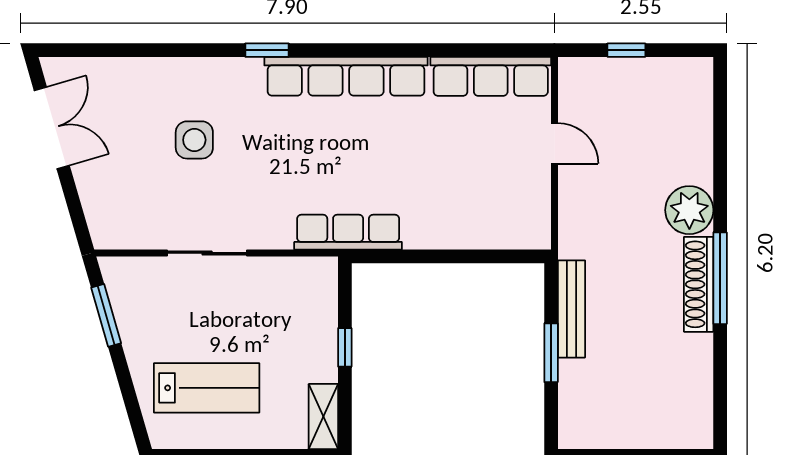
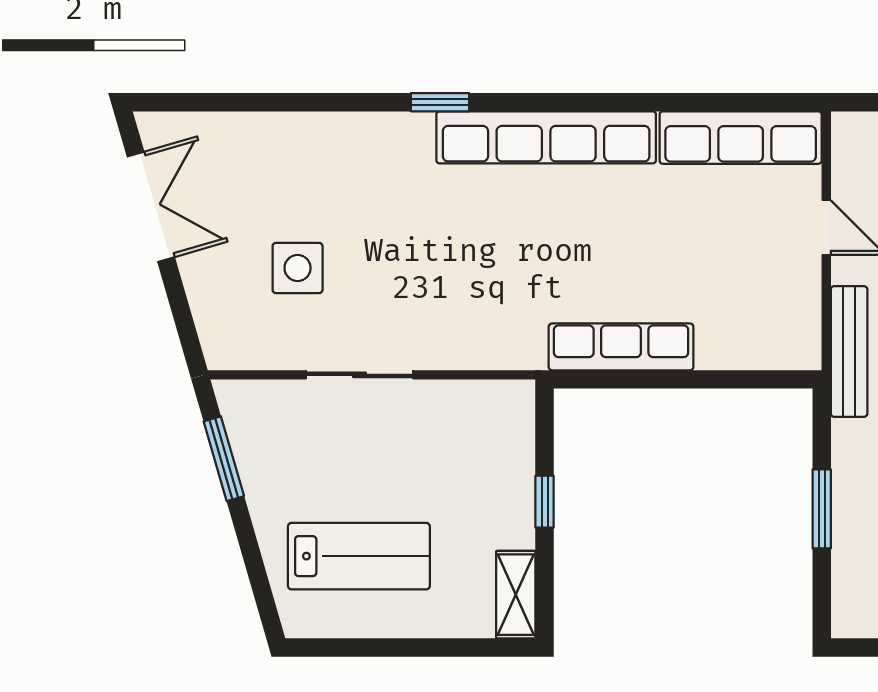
side table: (194, 140) -> (298, 268), moved
row of seats: (348, 232) -> (621, 347), moved
bench: (571, 309) -> (849, 351), moved

